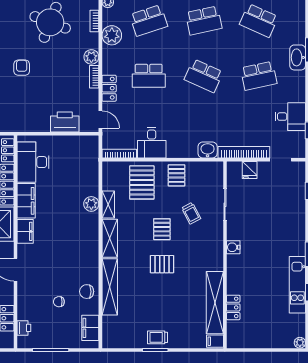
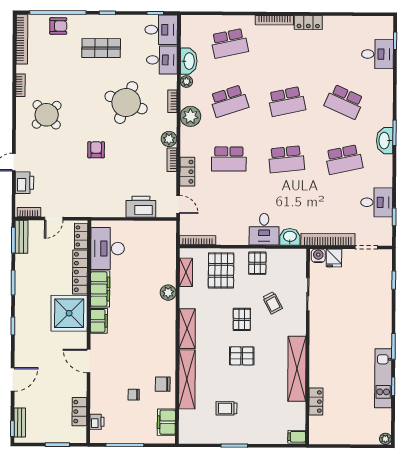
school desk: (204, 76) -> (286, 159), turned -30
desk: (152, 143) -> (264, 229), moved
shelving: (108, 204) -> (186, 272), moved
water cooler: (233, 247) -> (318, 256), moved, turned 90
shelving: (215, 303) -> (297, 369), moved
trolley: (158, 337) -> (226, 408), moved

